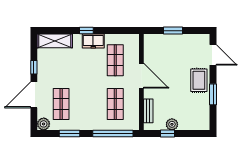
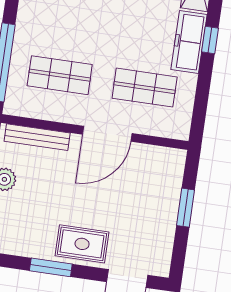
freezer: (93, 41) -> (189, 42), width x1.40
bench: (148, 111) -> (37, 137), width x1.36

